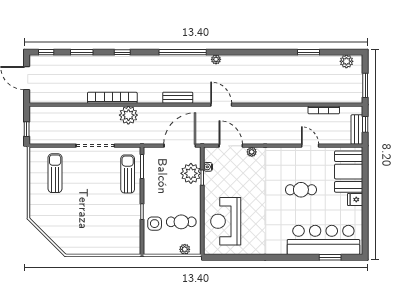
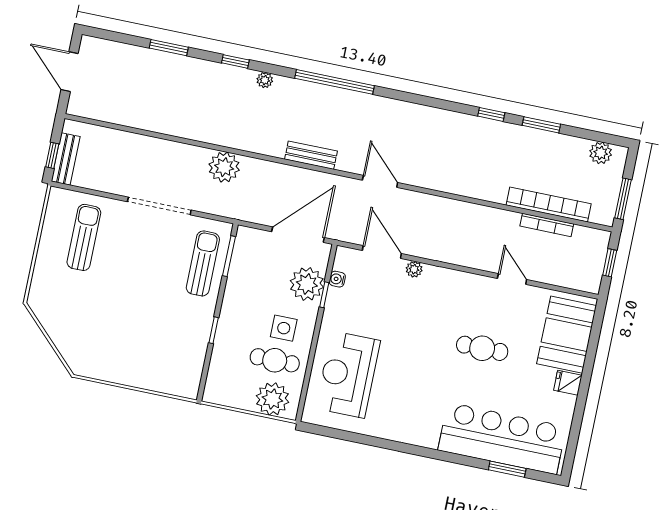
window: (46, 52) -> (491, 114), moved
plant: (216, 59) -> (265, 80), moved
bookcase: (112, 98) -> (549, 205), moved
bench: (357, 130) -> (66, 159), moved
side table: (155, 224) -> (284, 328), moved
plant: (185, 249) -> (272, 399), width x1.88, depth x1.88

